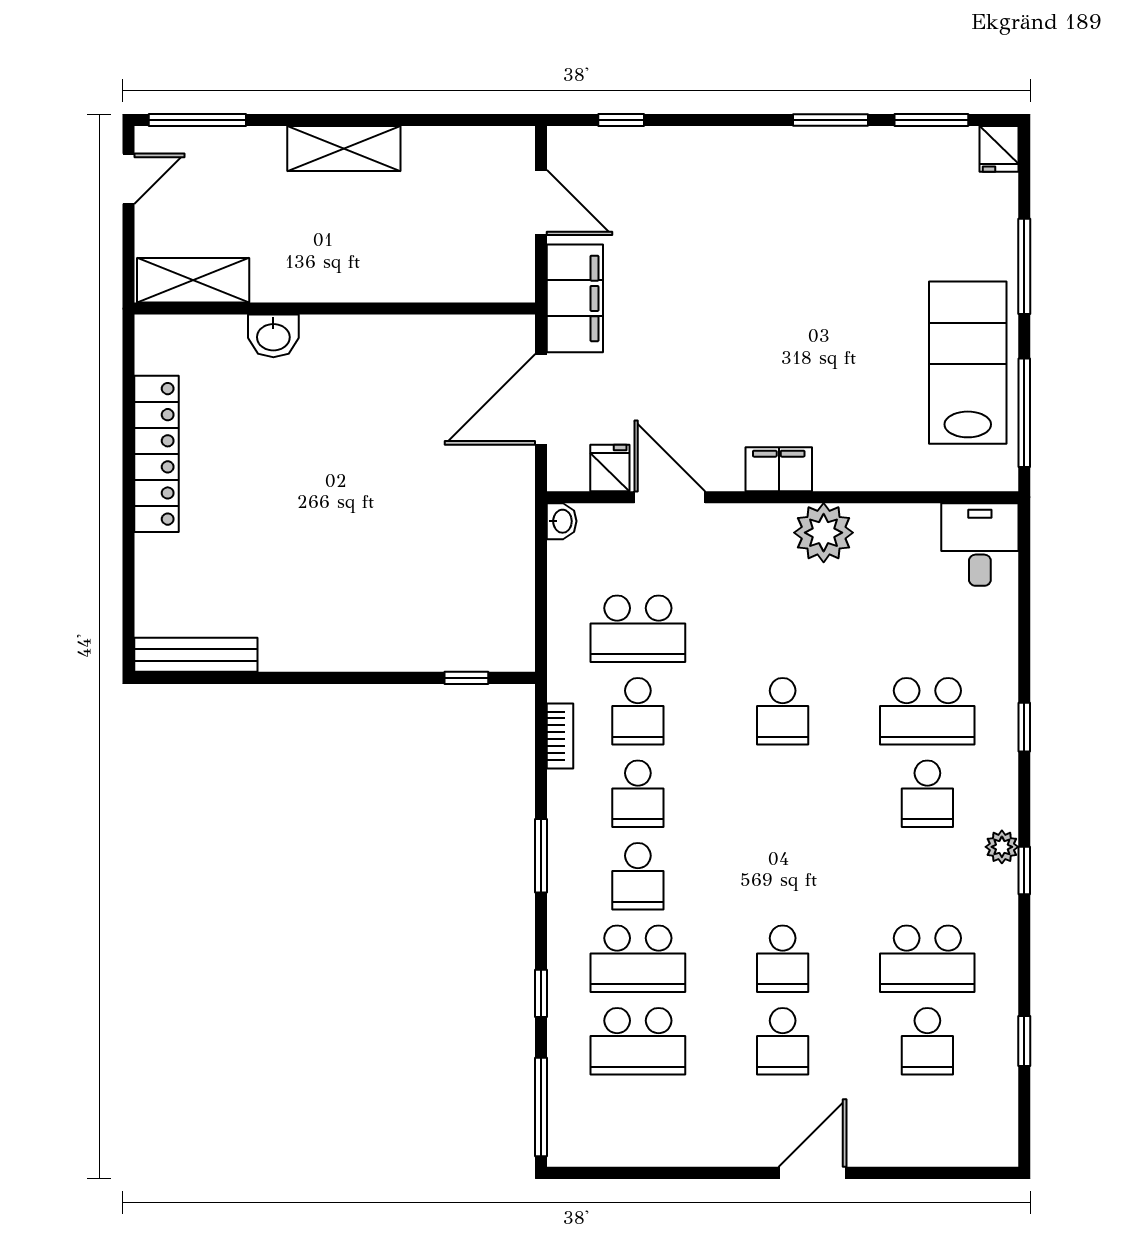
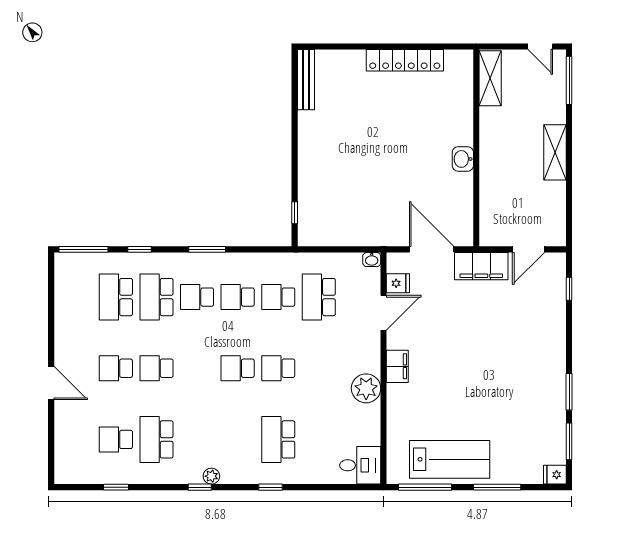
washbasin: (273, 336) -> (463, 159), moved
bookcase: (560, 736) -> (266, 259), removed
school desk: (927, 794) -> (238, 368), moved

